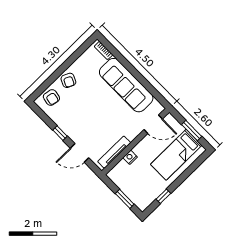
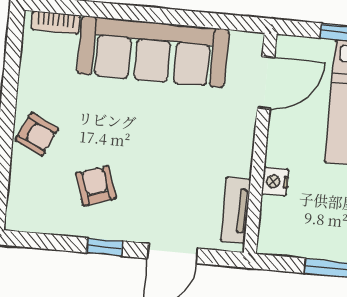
armchair: (51, 97) -> (96, 186), moved, turned -120
tv unit: (114, 152) -> (236, 210), width x0.71

